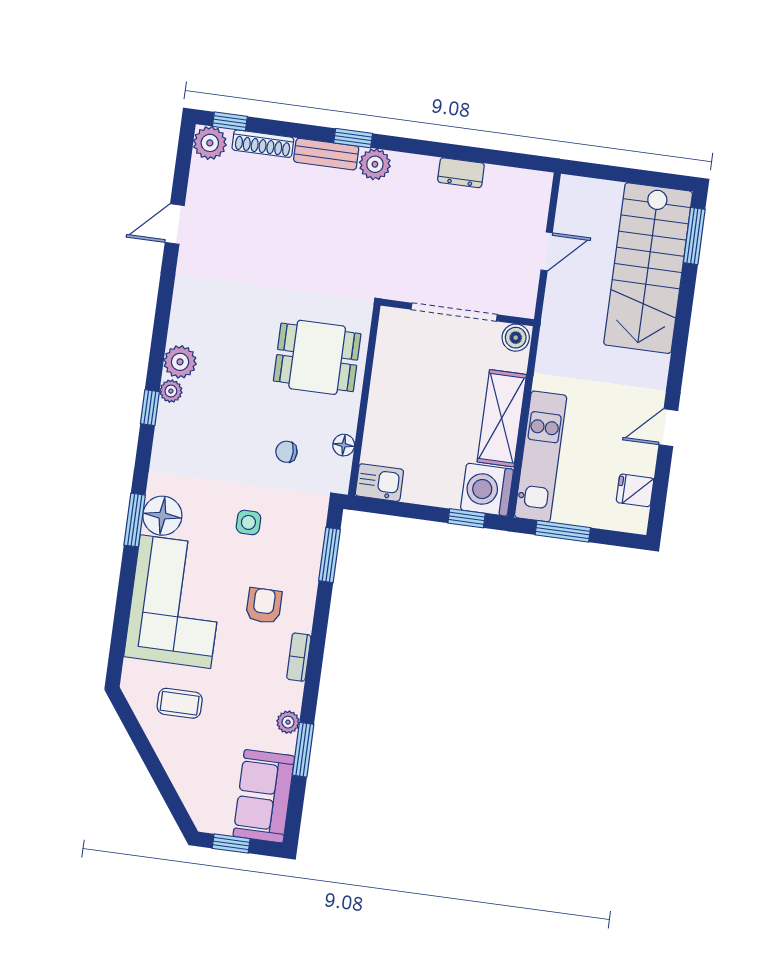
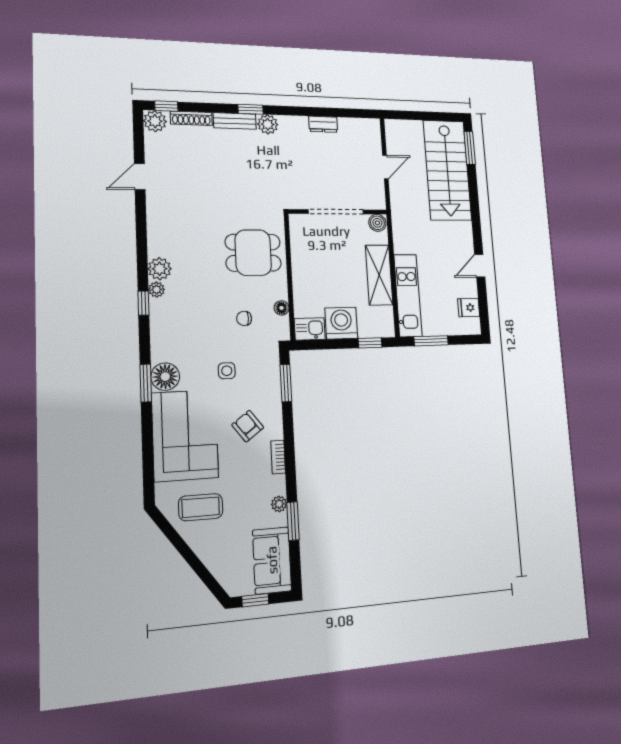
washing machine: (487, 490) -> (341, 323), moved, turned 90
armchair: (264, 606) -> (248, 426), turned -37
coffee table: (180, 703) -> (201, 507), width x1.36, depth x1.30

